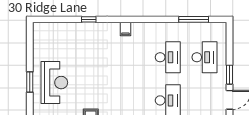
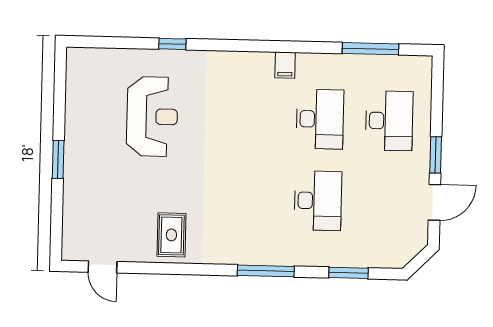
filing cabinet: (125, 29) -> (285, 65), moved
reception desk: (54, 83) -> (152, 117), moved

